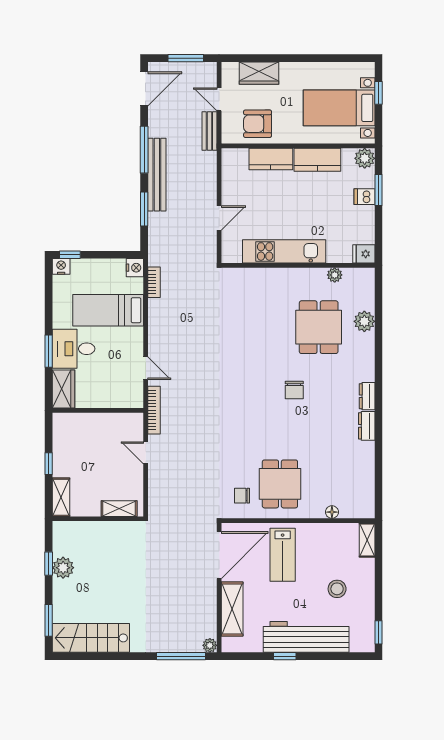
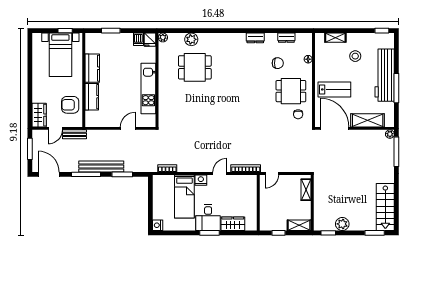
wardrobe: (259, 73) -> (39, 115), moved
window: (378, 93) -> (65, 31), moved
armchair: (258, 124) -> (70, 105), turned 90
plant: (365, 158) -> (91, 39), removed
dishwasher: (364, 197) -> (138, 39), moved
door: (219, 218) -> (128, 128), hinge flipped
window: (70, 255) -> (150, 220), removed
nightstand: (135, 268) -> (201, 180), moved
plant: (335, 275) -> (163, 37), moved
chair: (294, 390) -> (278, 63), moved
dresser: (367, 396) -> (286, 38), moved
wall: (98, 410) -> (258, 203), moved
shelving: (367, 540) -> (335, 38), moved
window: (49, 564) -> (328, 233), moved
window: (285, 656) -> (396, 88), width x2.17

